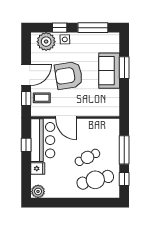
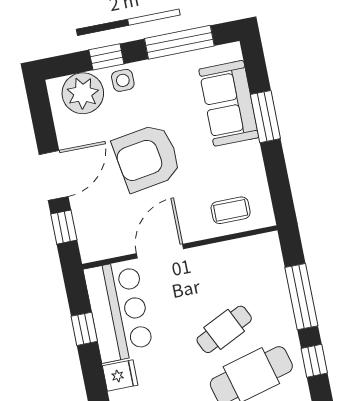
sofa: (109, 71) -> (229, 103), moved
coffee table: (42, 98) -> (231, 210), moved
door: (66, 117) -> (160, 251), swing flipped

